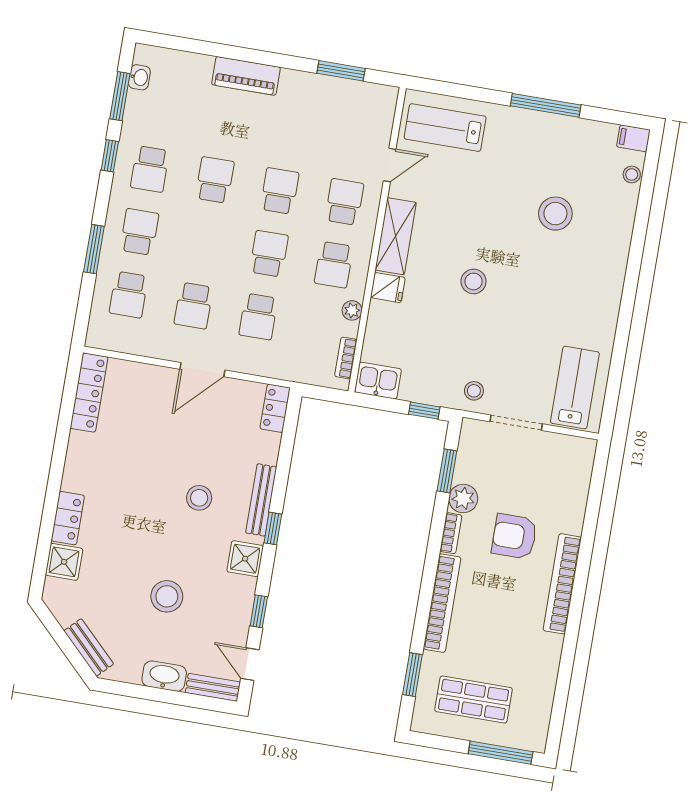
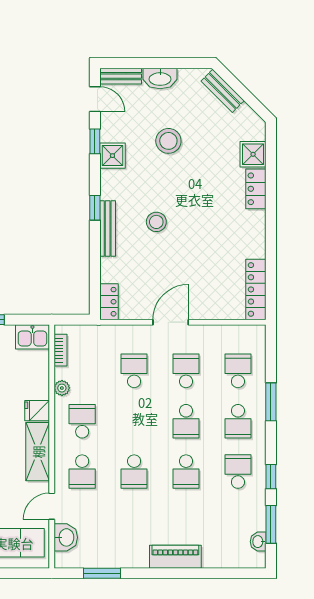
washbasin: (379, 123) -> (66, 537), added
school desk: (269, 254) -> (186, 421), moved
shower: (245, 559) -> (112, 156), moved

